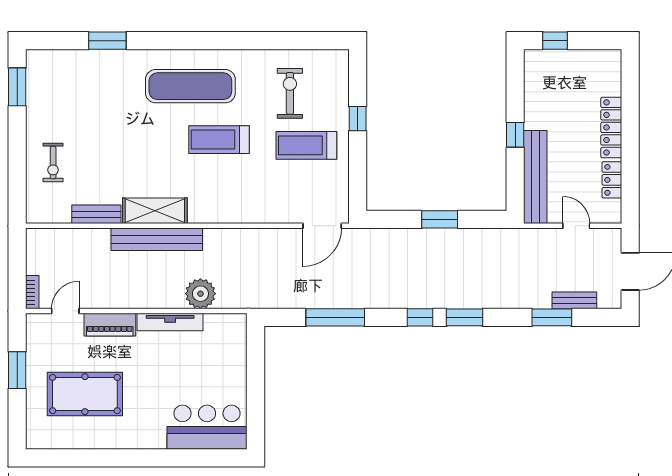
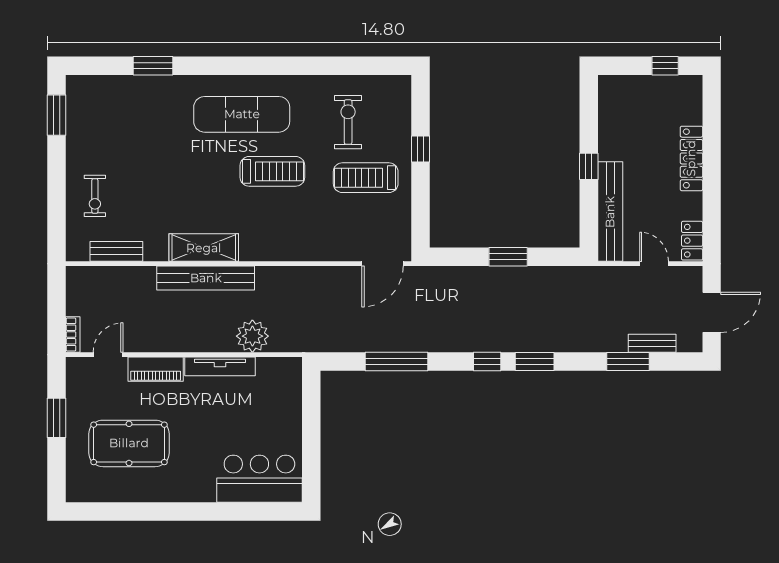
window: (555, 41) -> (665, 66), moved
treadmill: (219, 140) -> (272, 171), turned 180
locker: (612, 180) -> (692, 241), moved
bench: (96, 214) -> (116, 251), moved

